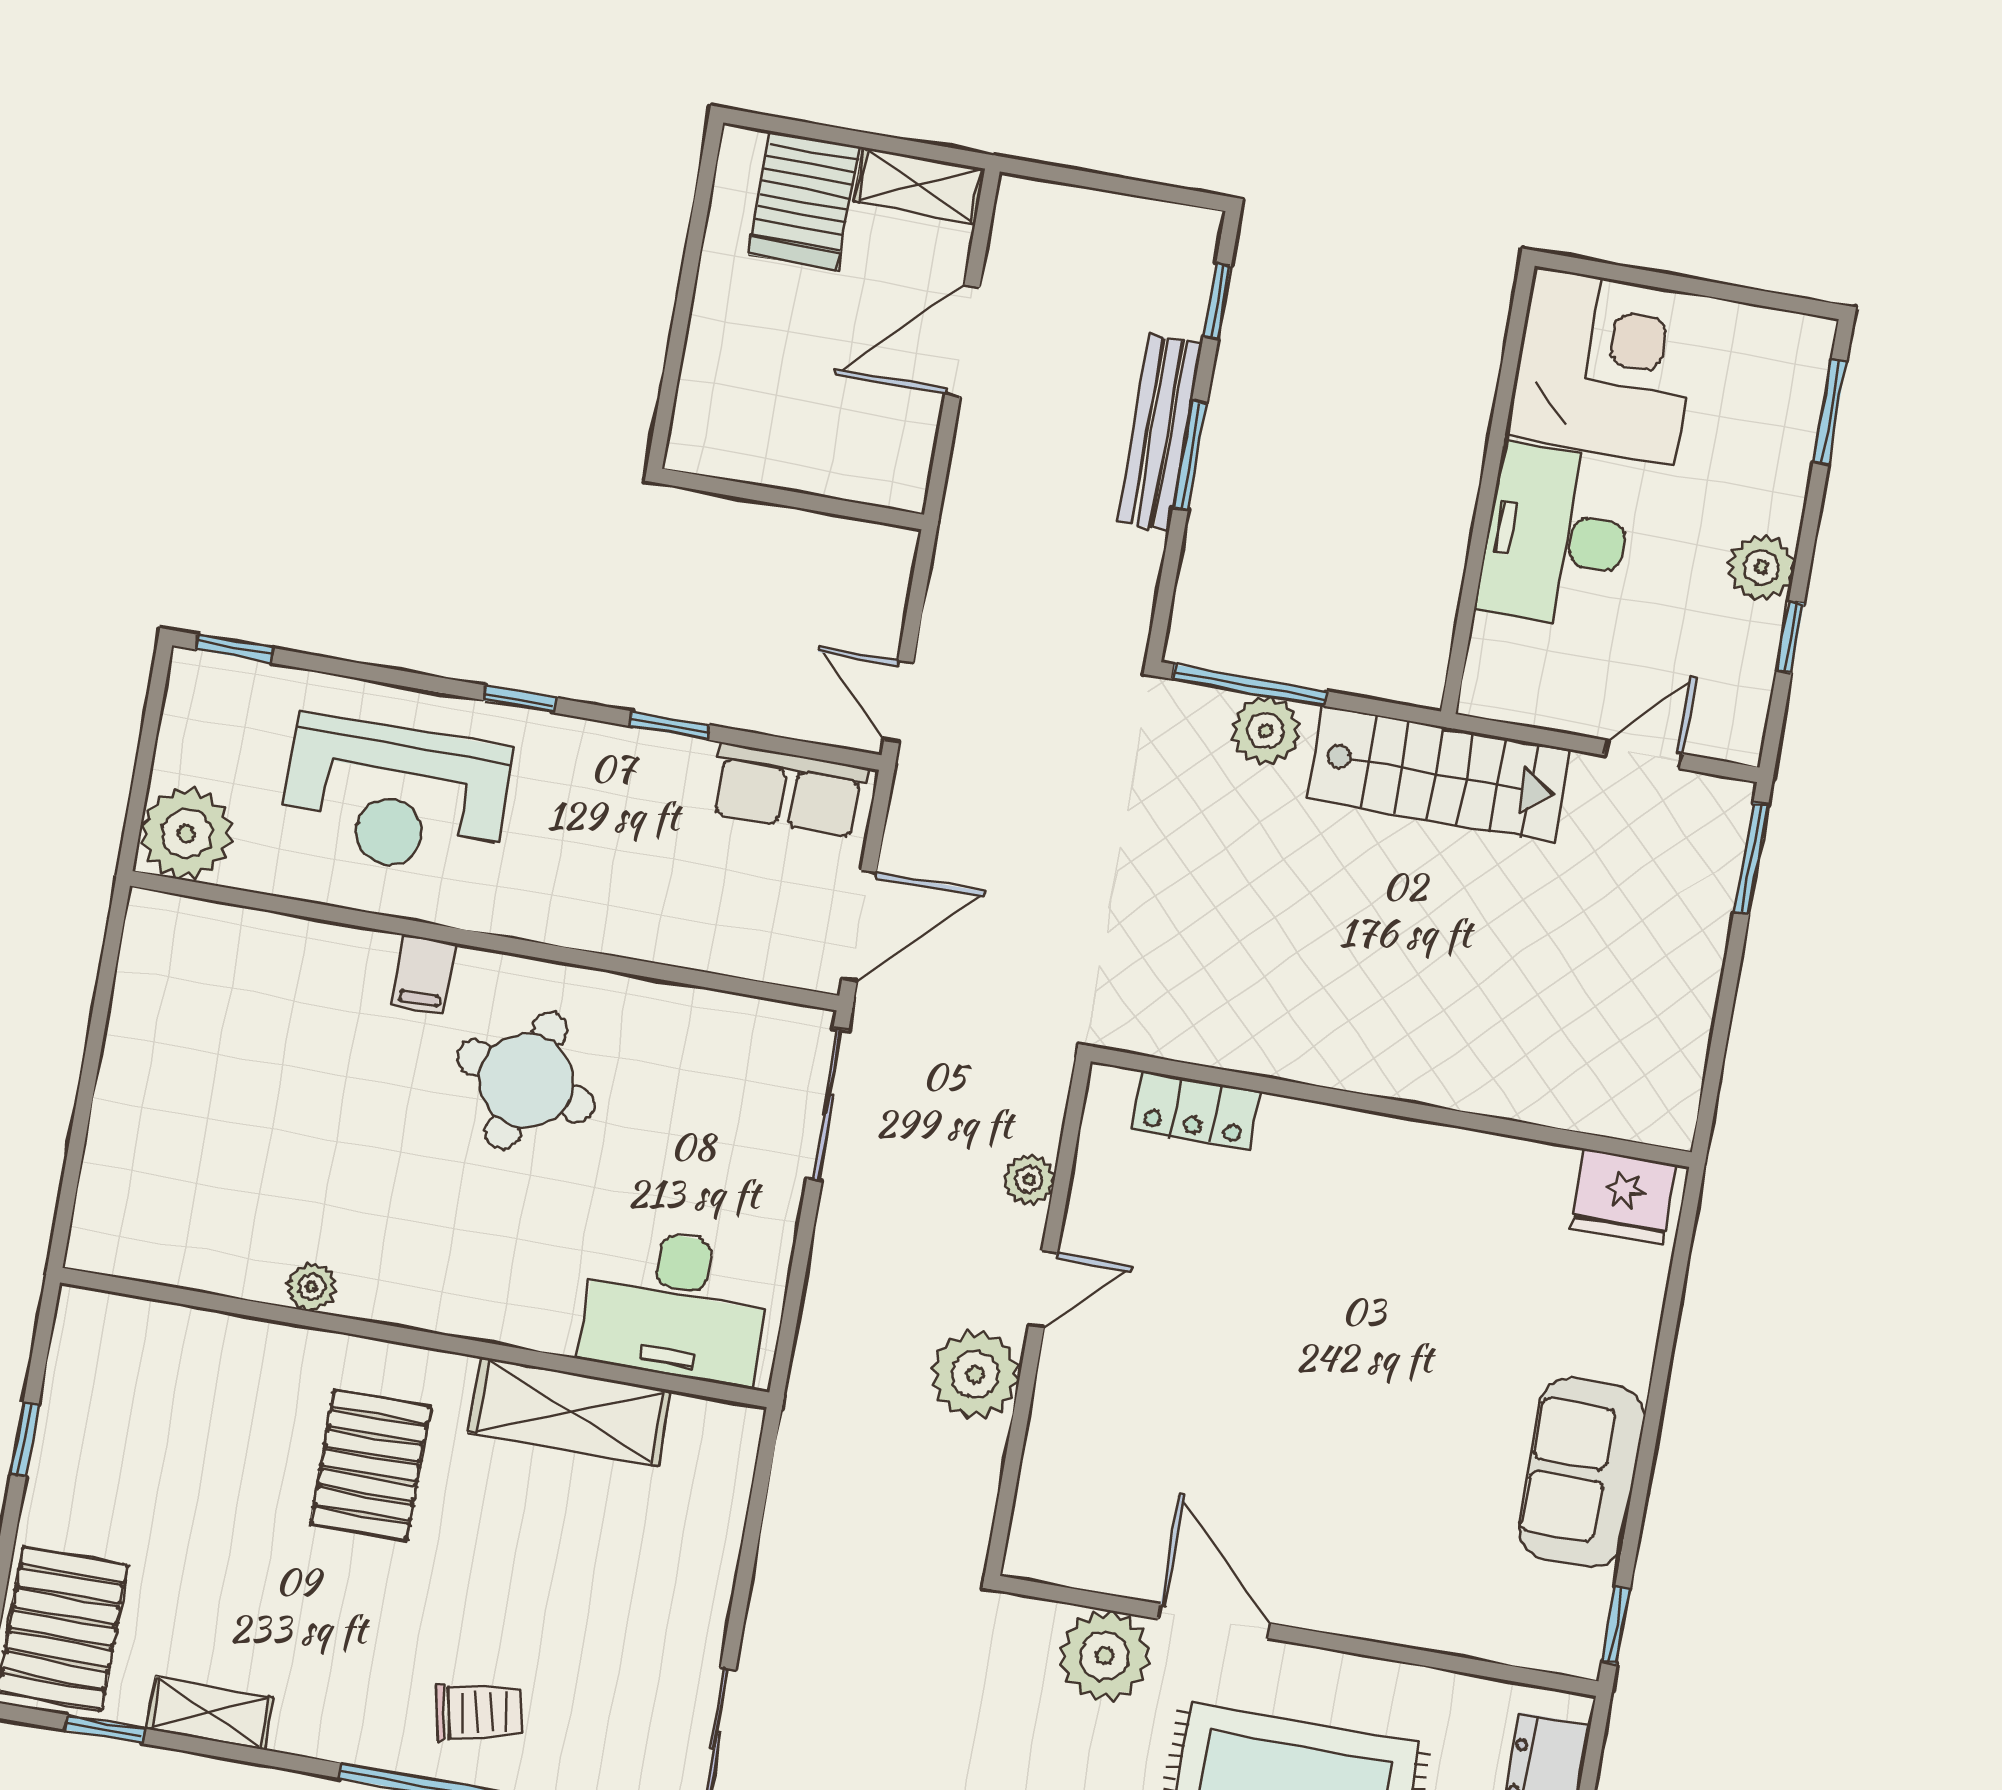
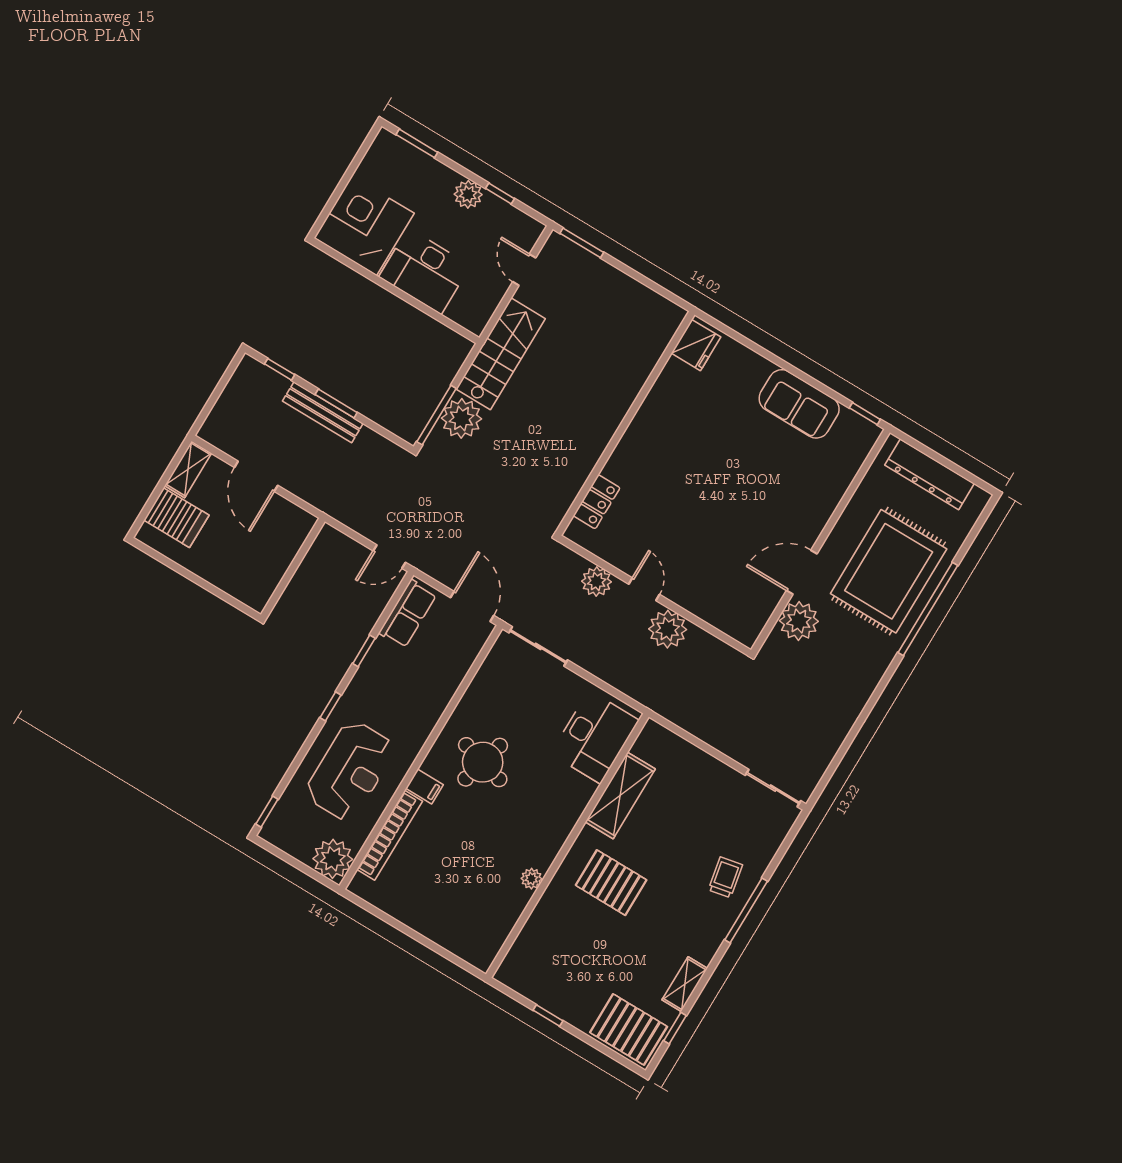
plant: (1266, 731) -> (462, 418), width x1.36, depth x1.36
bookcase: (287, 938) -> (390, 835), added
plant: (1029, 1180) -> (597, 582), width x1.38, depth x1.38

